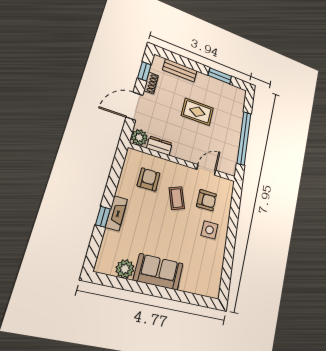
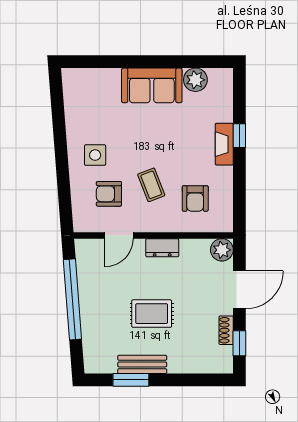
bench: (180, 70) -> (142, 364), moved
dresser: (159, 146) -> (162, 248), moved

